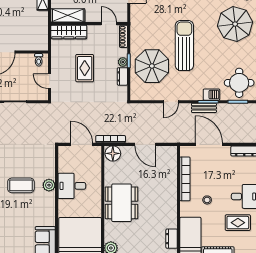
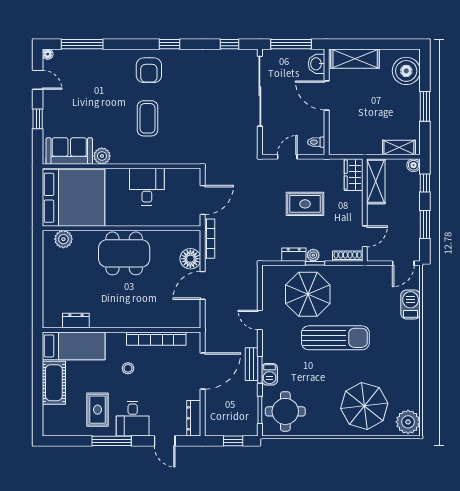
wardrobe: (69, 32) -> (354, 175), width x0.67
floor lamp: (113, 153) -> (190, 259), moved
plant: (49, 185) -> (102, 156), moved

